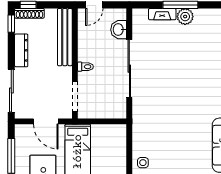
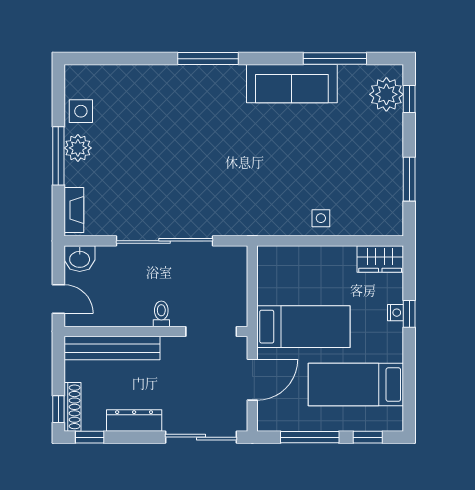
fireplace: (162, 14) -> (74, 210), moved
side table: (207, 18) -> (81, 111), added
washbasin: (119, 30) -> (80, 259), moved

